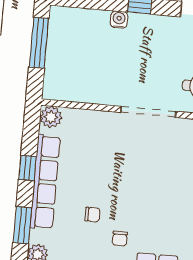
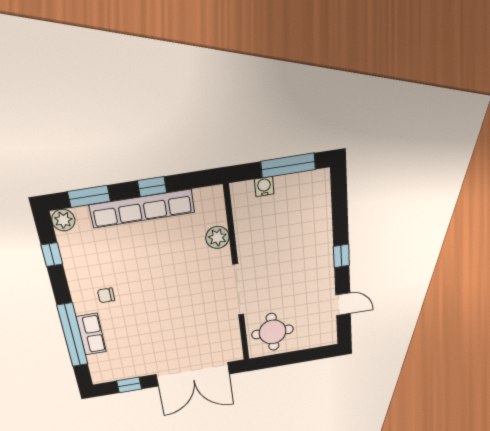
water cooler: (119, 20) -> (264, 187), moved, turned -90
plant: (51, 117) -> (217, 237), moved
chair: (92, 215) -> (122, 264), removed

